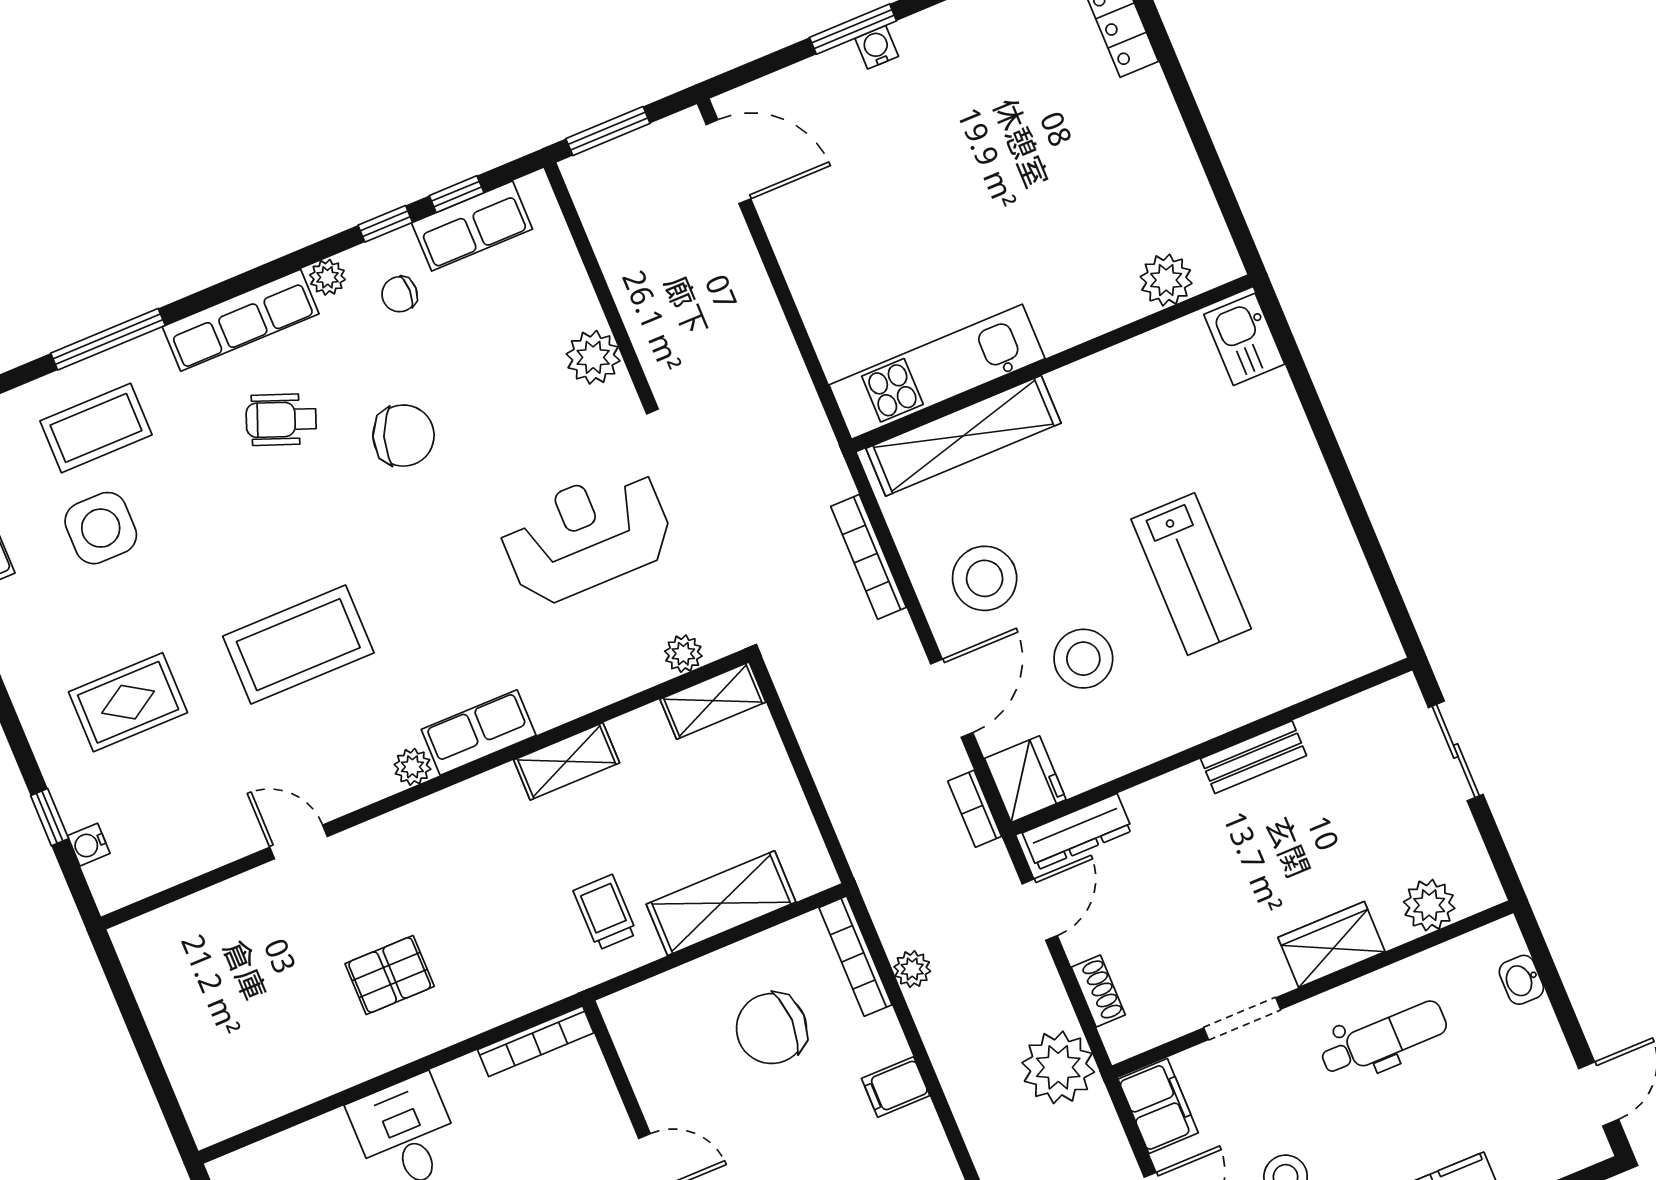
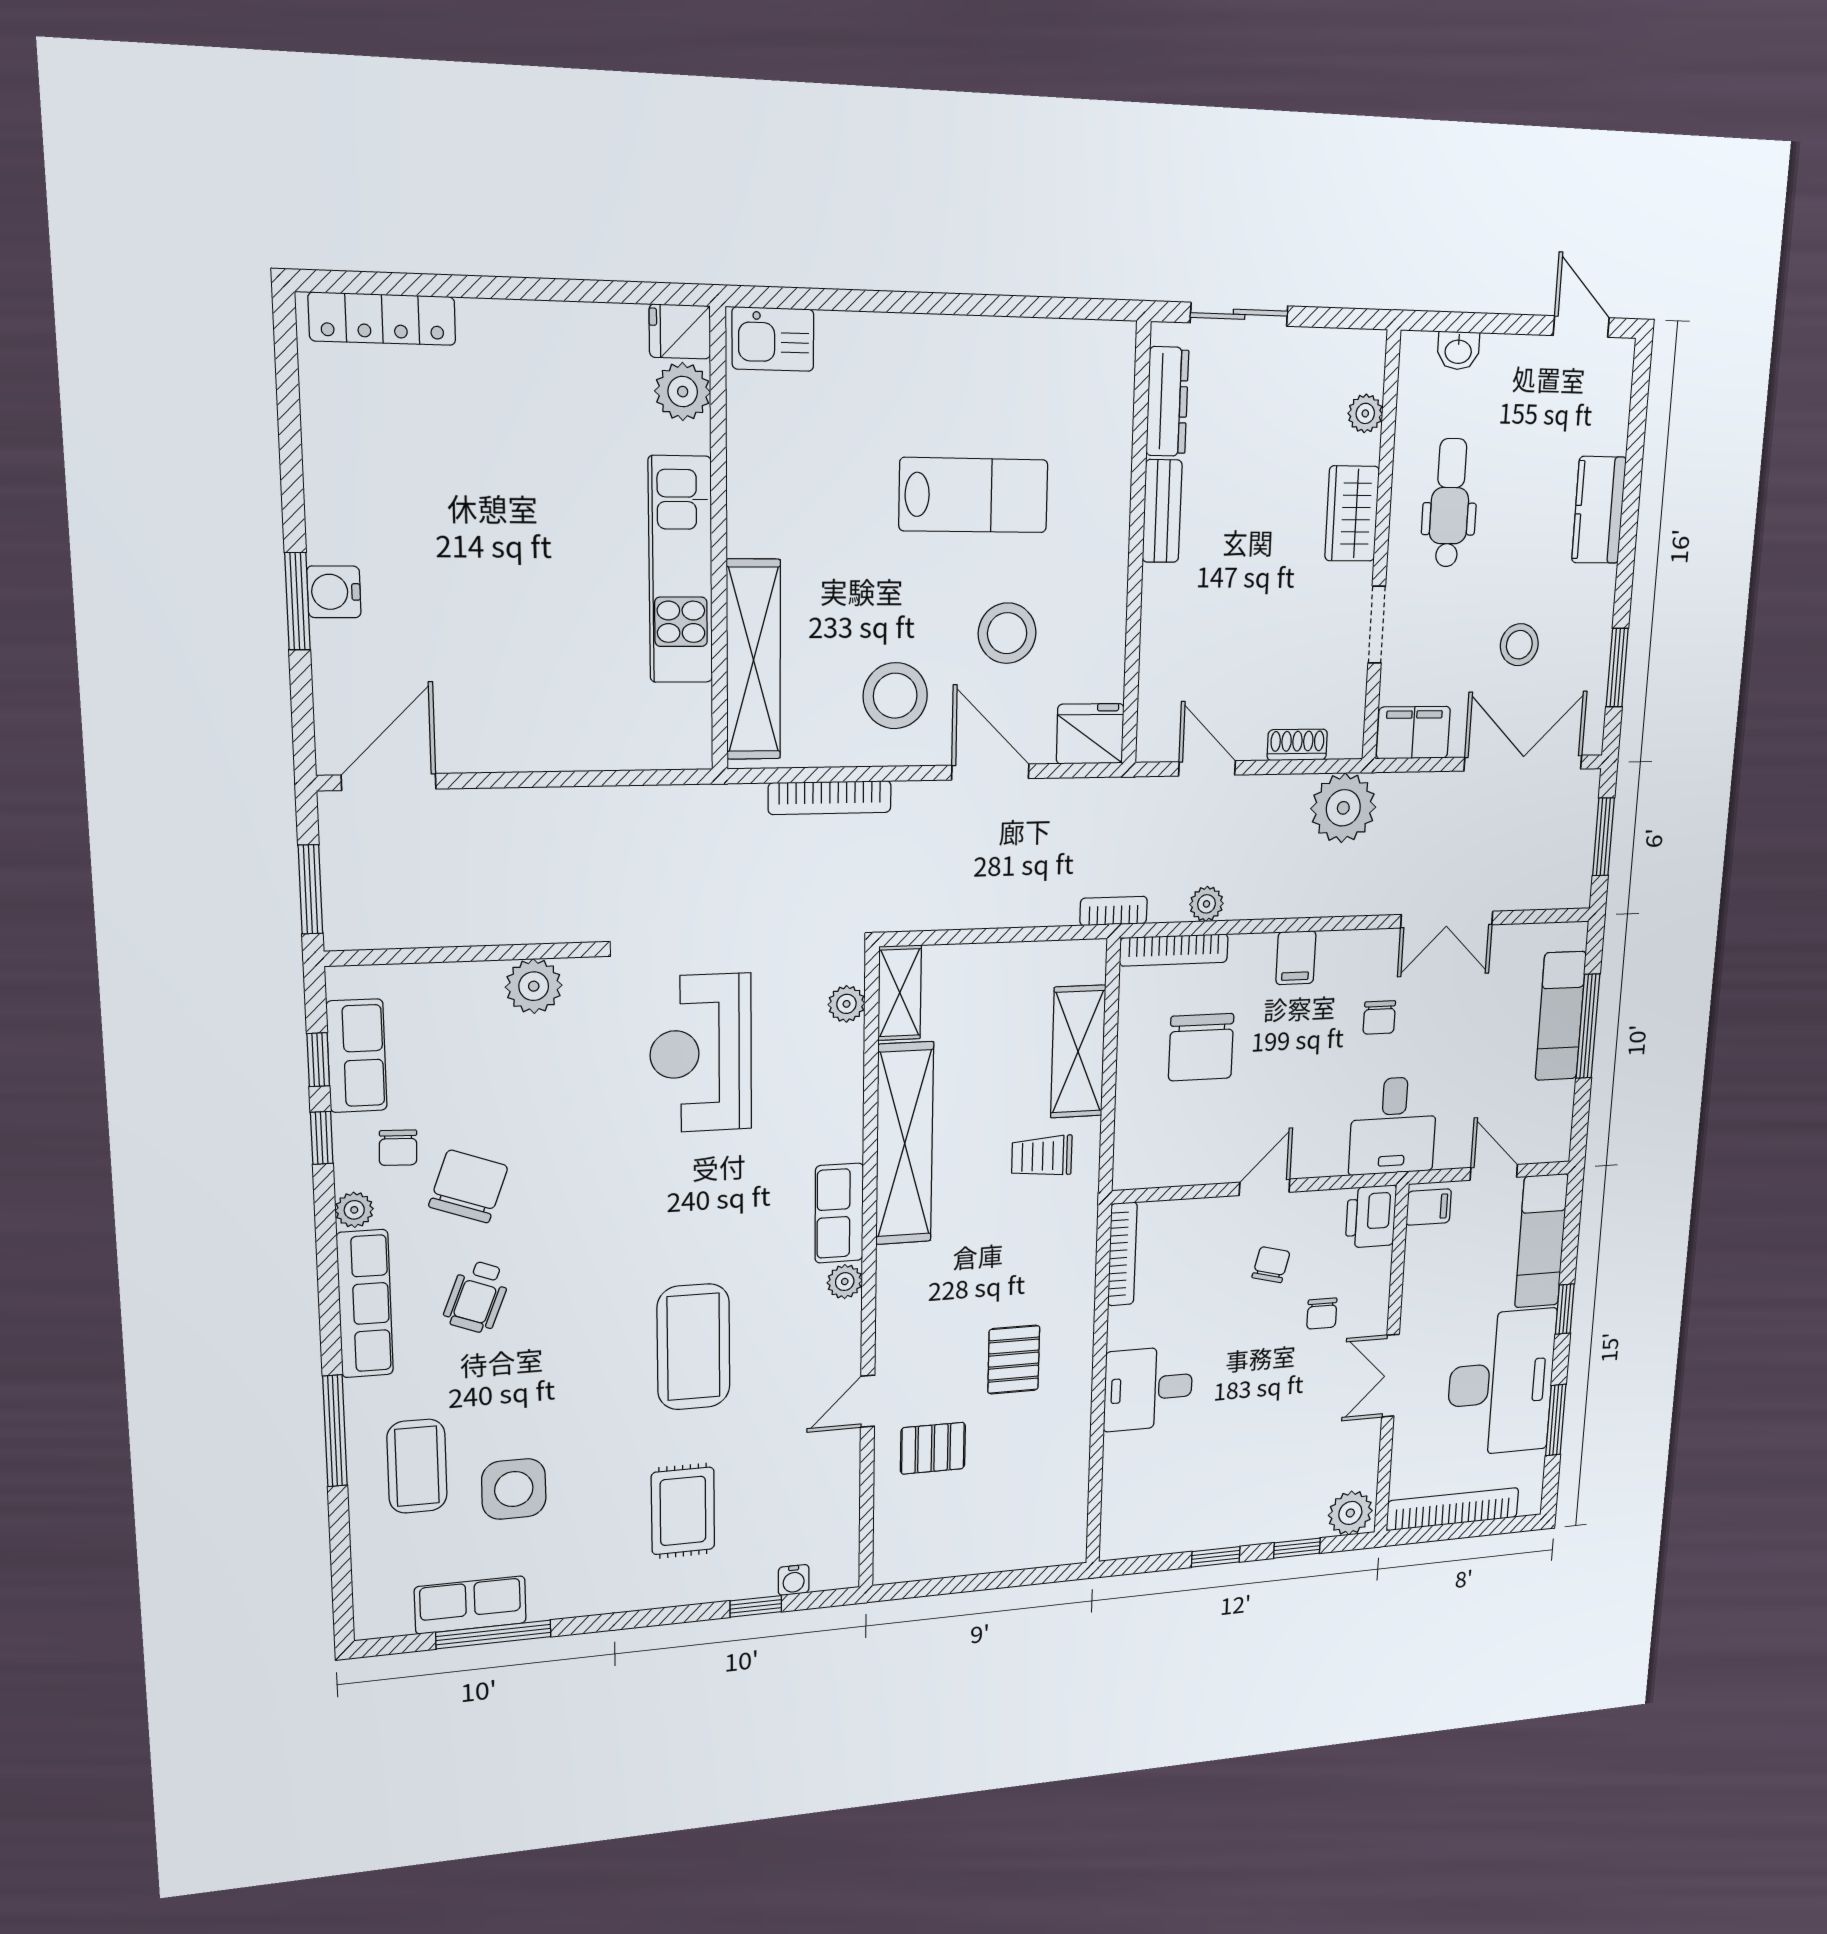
water cooler: (877, 47) -> (334, 592), width x1.38, depth x1.38
fridge: (1215, 258) -> (680, 331), added
kitchen unit: (937, 372) -> (681, 570), moved
chair: (404, 436) -> (468, 1186), moved
shelving: (567, 761) -> (905, 1144), width x2.20, depth x1.33
bookcase: (975, 809) -> (1114, 911), moved, turned 180
dresser: (1077, 832) -> (1167, 402), moved
plant: (1429, 905) -> (1365, 413), width x0.73, depth x0.73
pallet: (271, 930) -> (933, 1448), added

